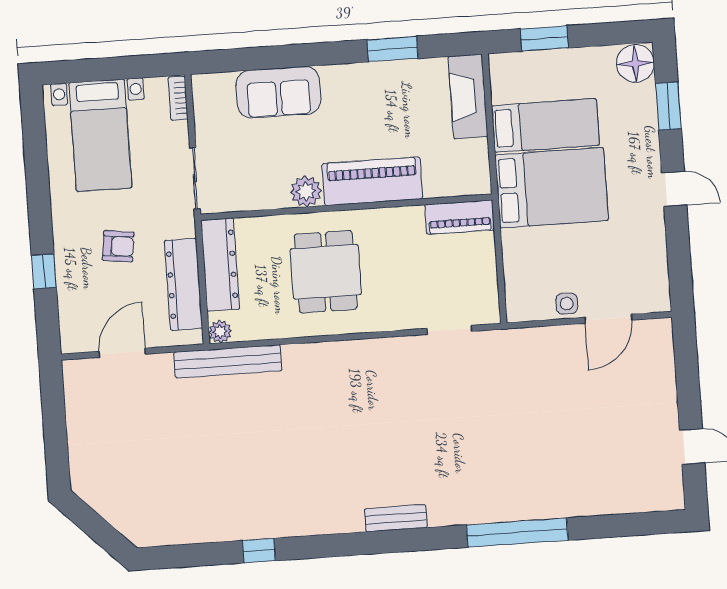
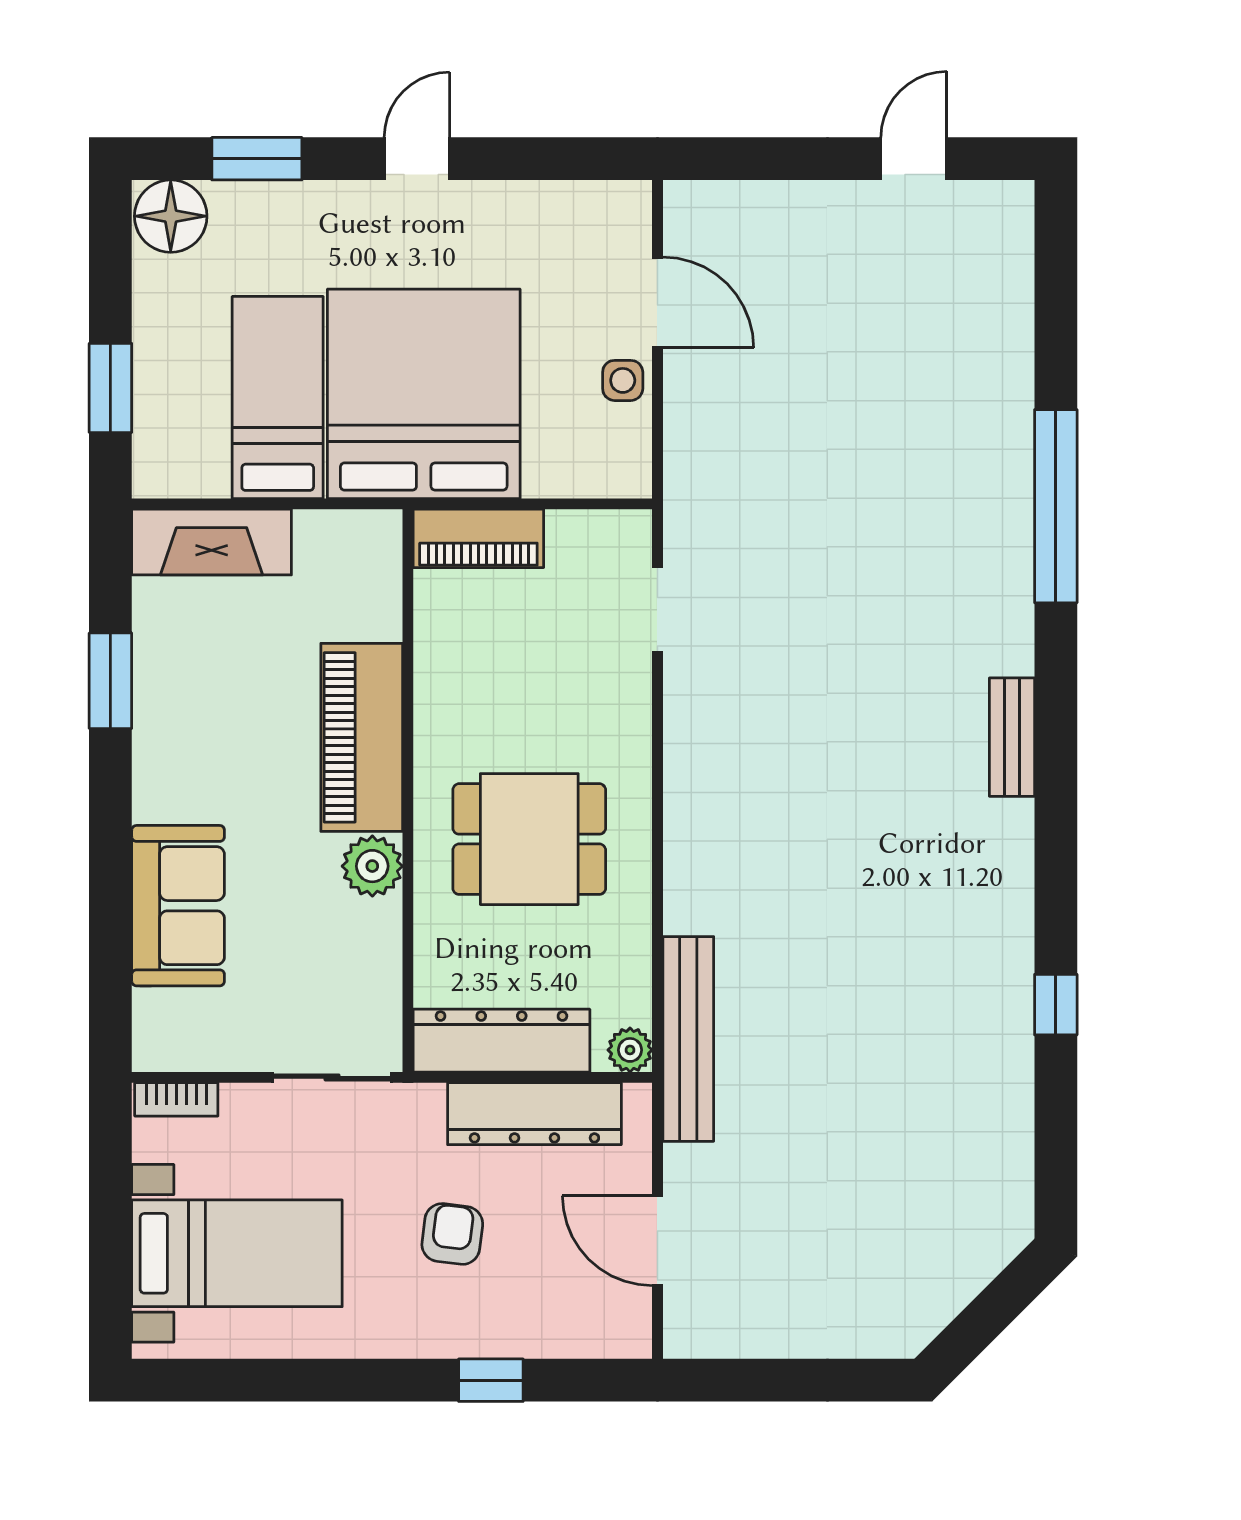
bed: (552, 188) -> (424, 394), width x1.36
piano: (460, 217) -> (478, 538), moved, turned 90

